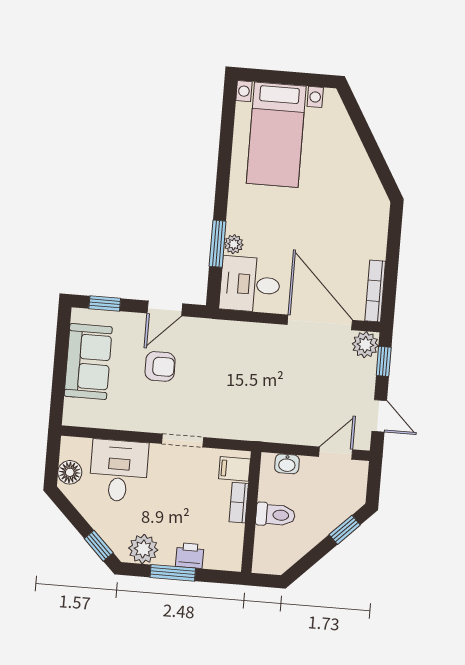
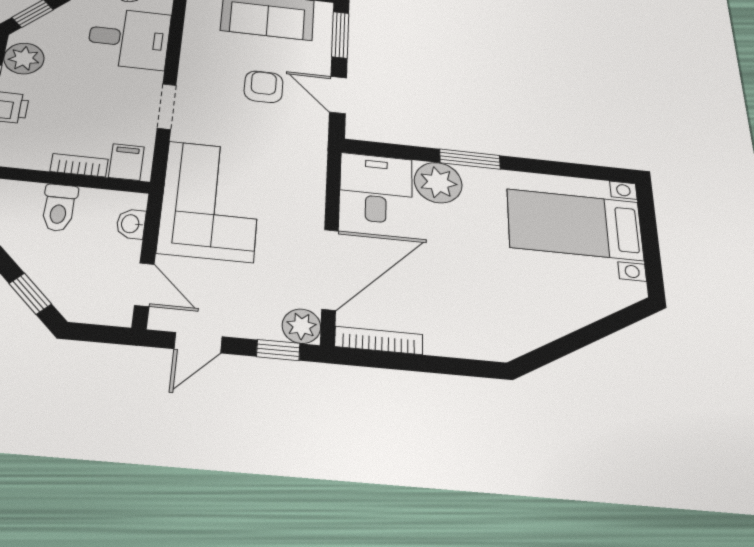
window: (218, 244) -> (470, 159), moved
plant: (234, 244) -> (438, 183), width x1.88, depth x1.88
window: (105, 303) -> (340, 35), width x1.50
armchair: (160, 366) -> (263, 87), turned 180
corner sofa: (265, 408) -> (210, 201), added

